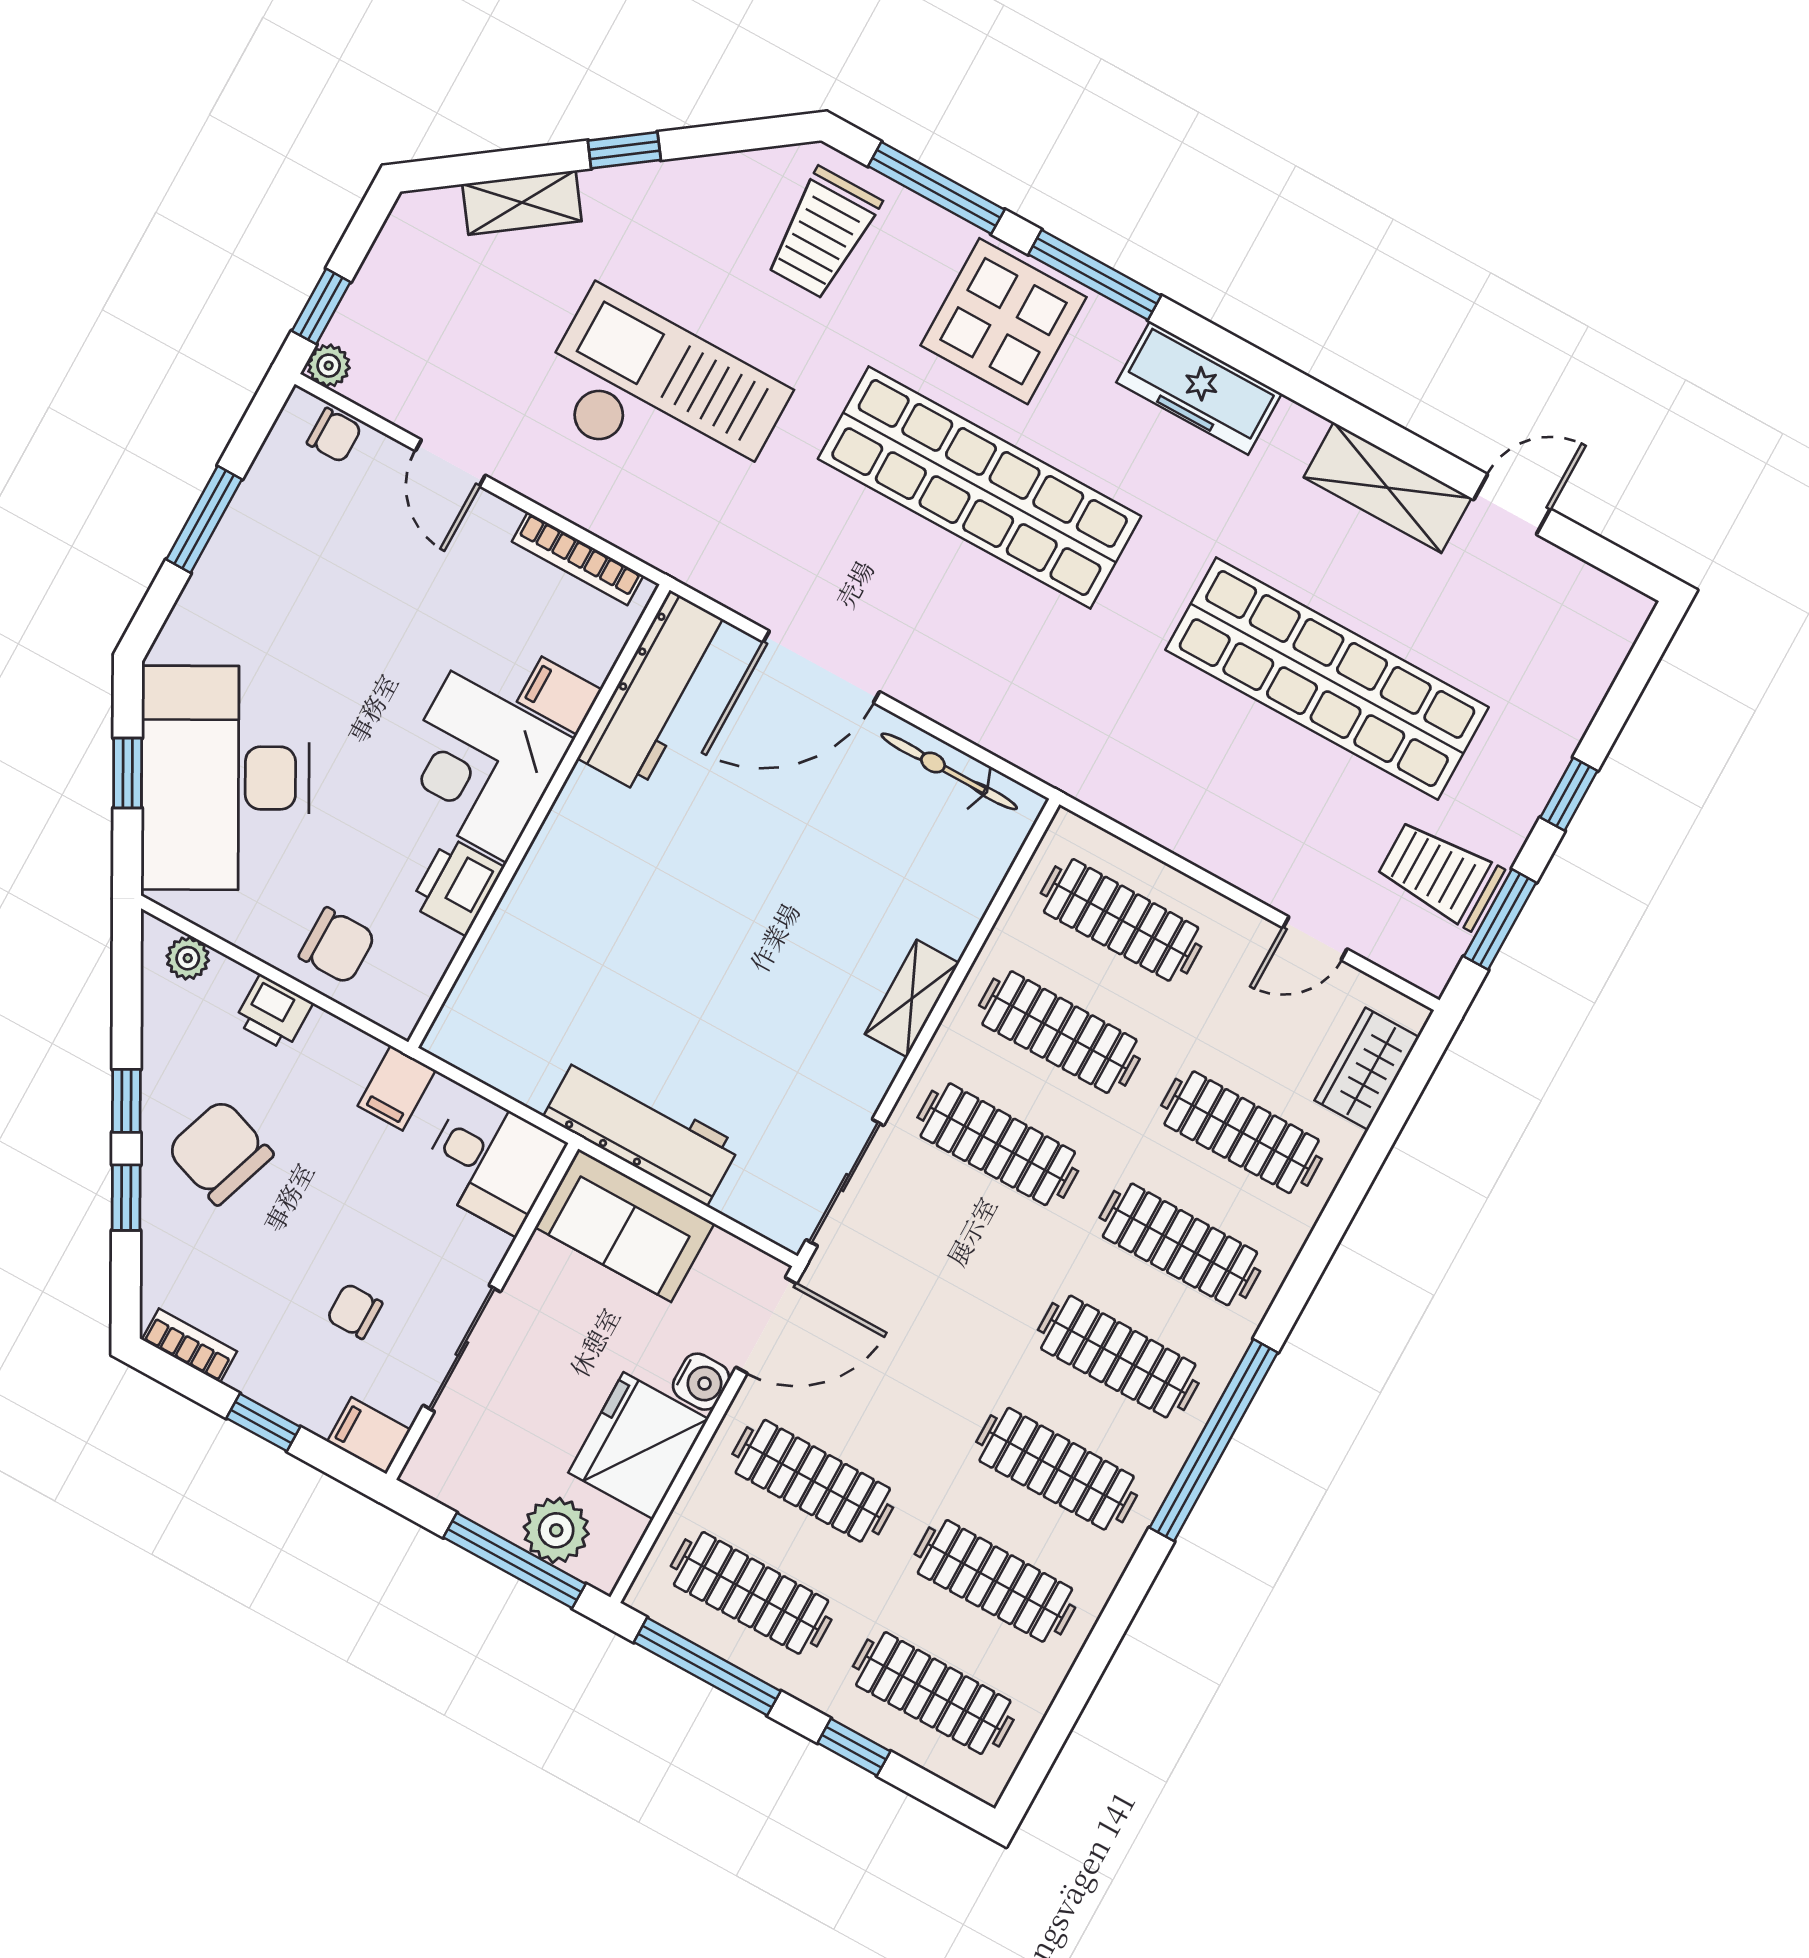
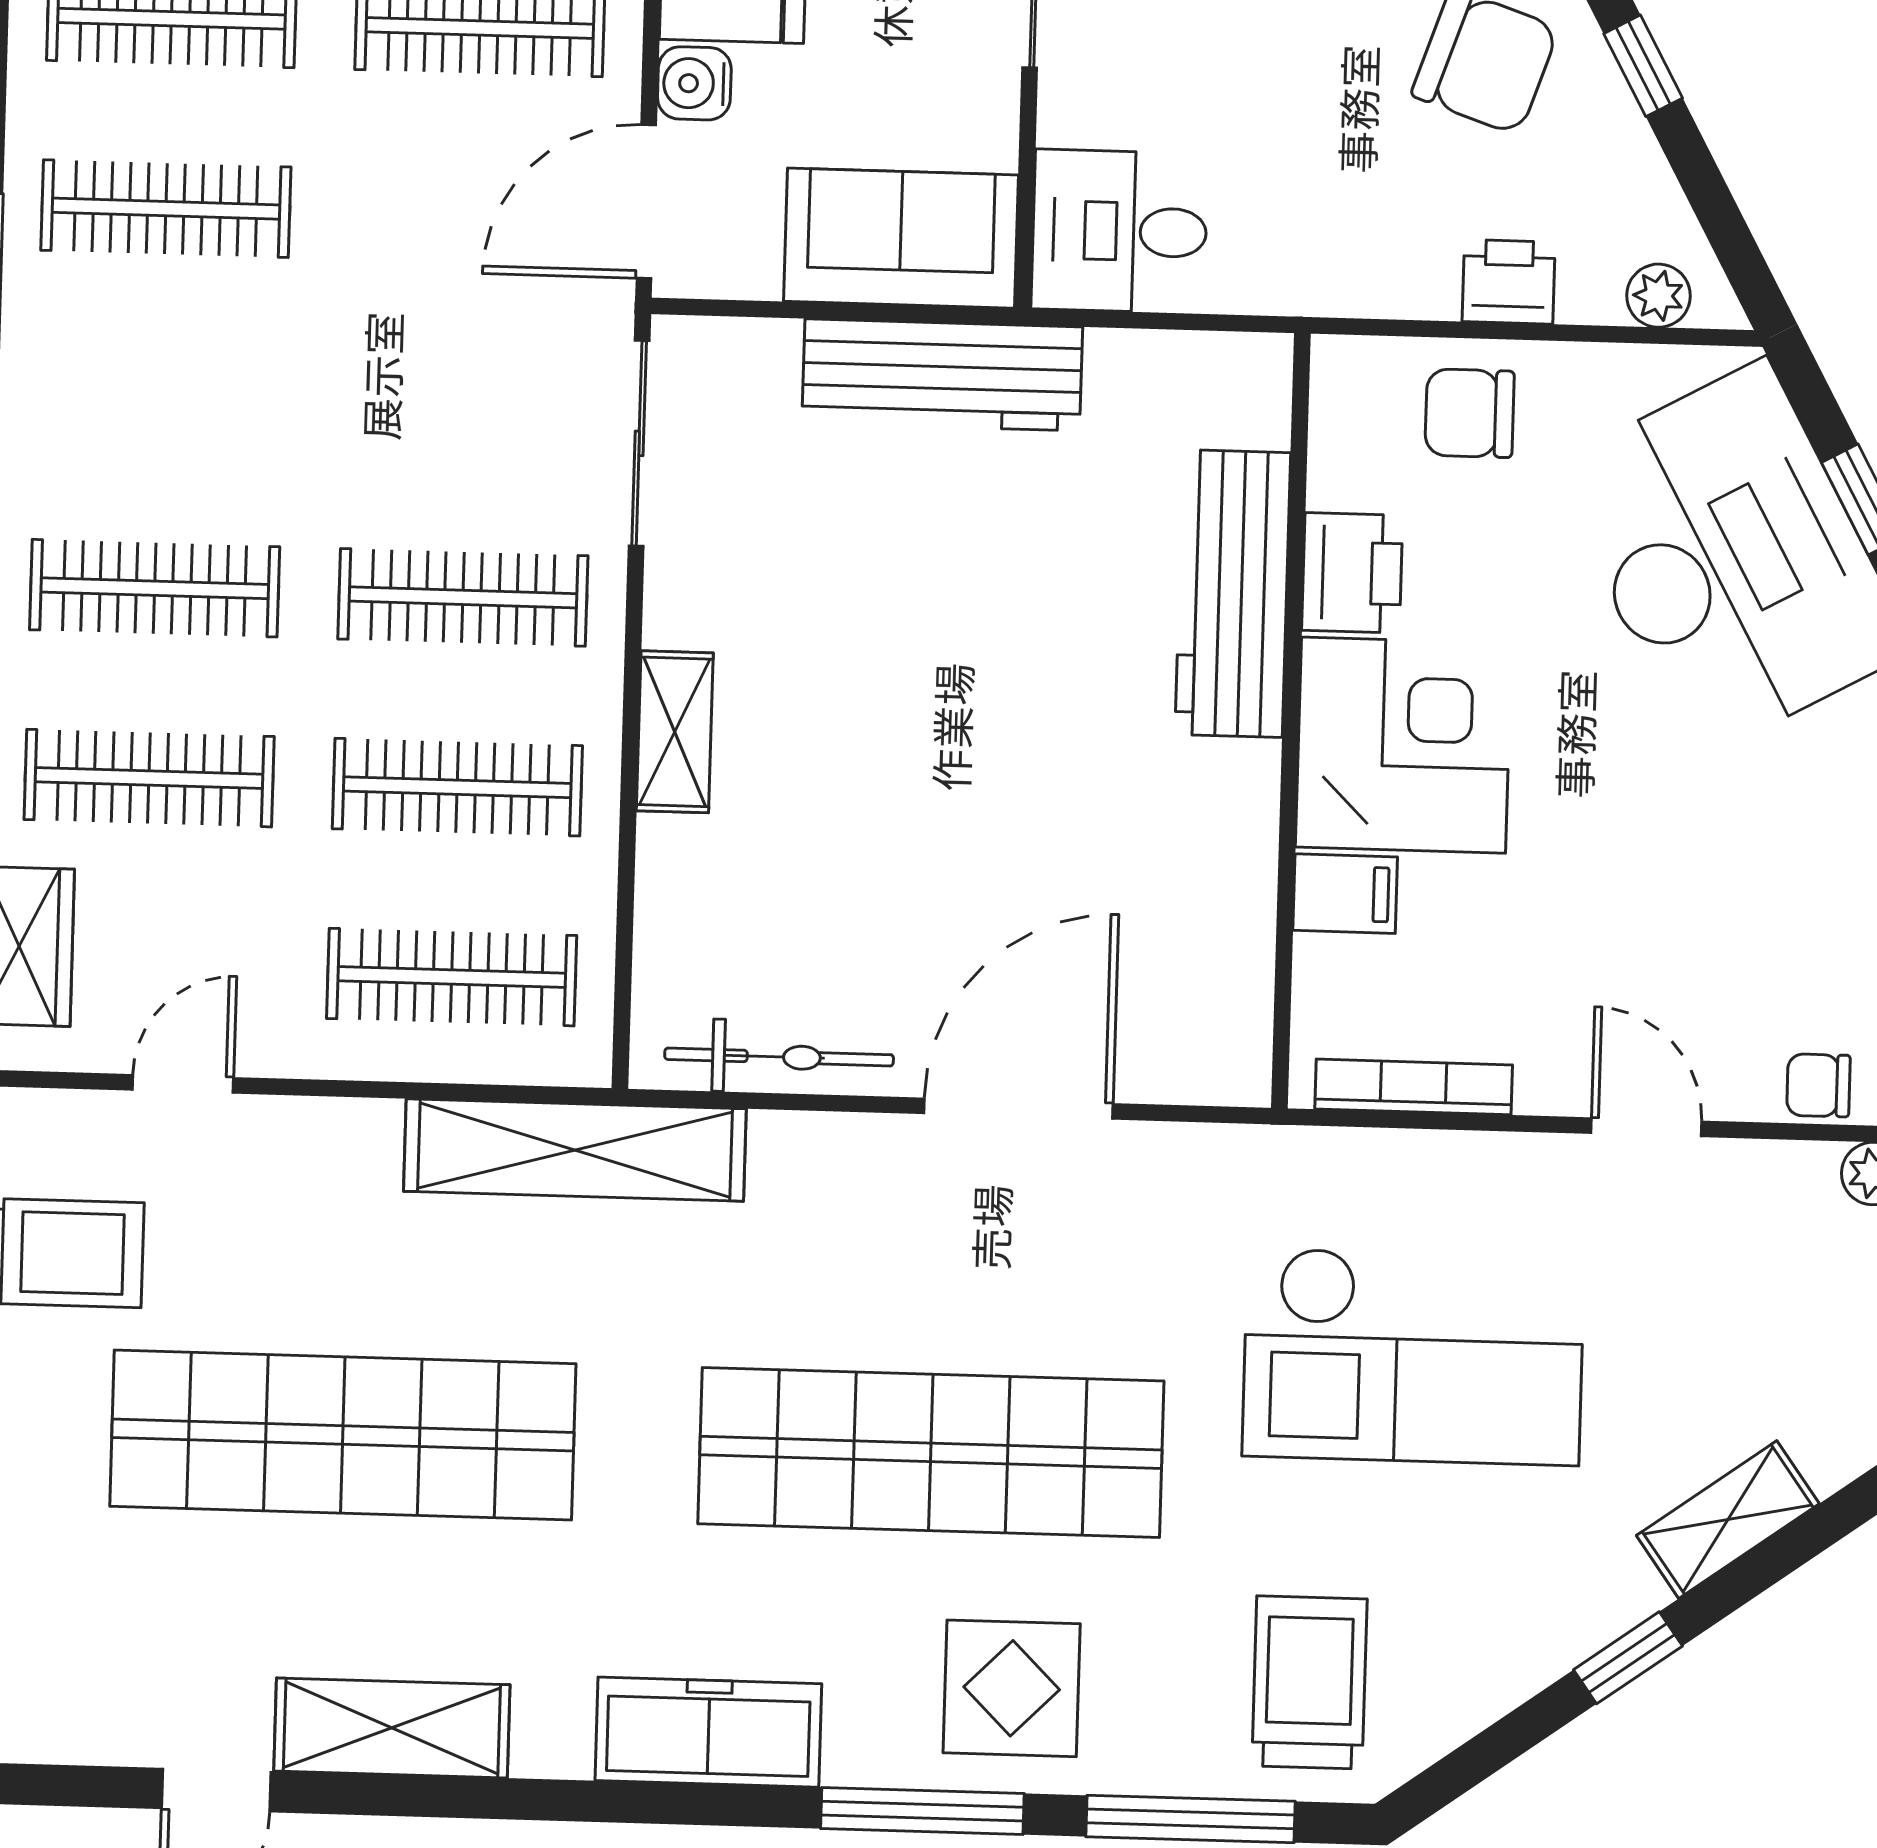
display table: (1003, 321) -> (1012, 1688), width x0.73, depth x0.73
workbench: (655, 691) -> (1233, 594), moved
shelving: (1100, 778) -> (575, 1150), added
filing cabinet: (397, 1088) -> (1295, 265), removed
clothes rail: (1118, 1357) -> (160, 398), removed

